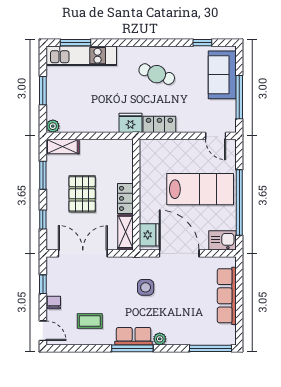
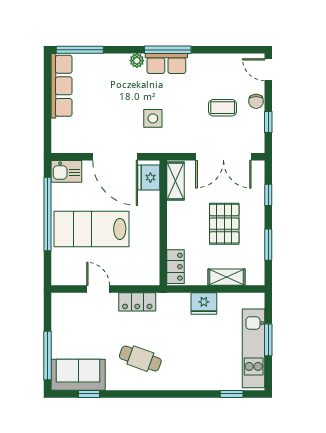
window: (76, 43) -> (232, 394), width x0.67
kitchen unit: (81, 56) -> (254, 348), moved, turned -90
sofa: (222, 75) -> (78, 375), moved, turned -90
window: (239, 97) -> (47, 356), moved
fridge: (130, 123) -> (204, 304), moved
plant: (53, 126) -> (257, 300), removed
door: (216, 136) -> (98, 289), moved
shelving: (62, 146) -> (226, 277), moved
locker: (125, 198) -> (176, 267), moved
row of seats: (227, 296) -> (61, 86), moved
coffee table: (90, 321) -> (223, 108), moved

